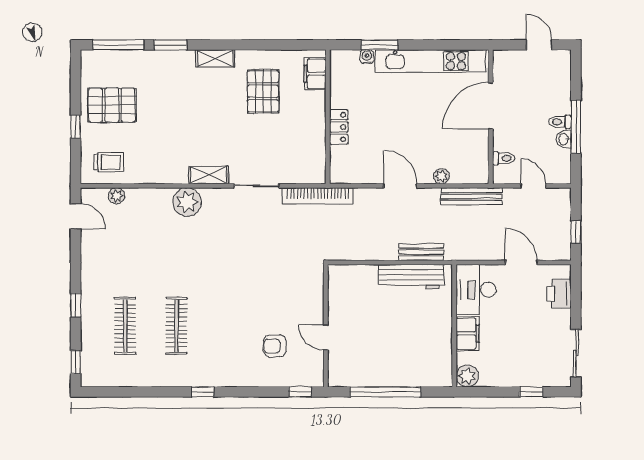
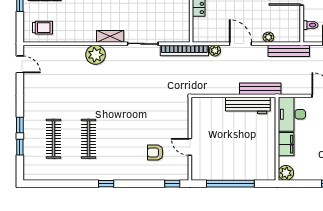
plant: (117, 196) -> (215, 51), moved
bench: (421, 252) -> (260, 89), width x1.36
window: (76, 362) -> (20, 147), moved

